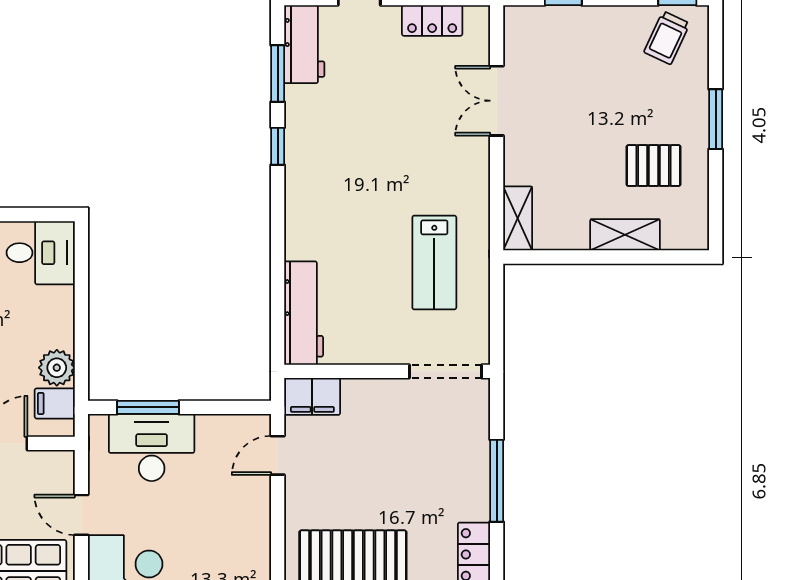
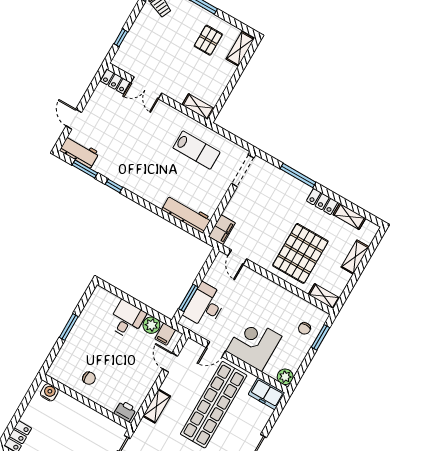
locker: (432, 20) -> (115, 82), moved, turned 90
shelving: (625, 235) -> (240, 49), moved
desk: (41, 253) -> (127, 319), moved

